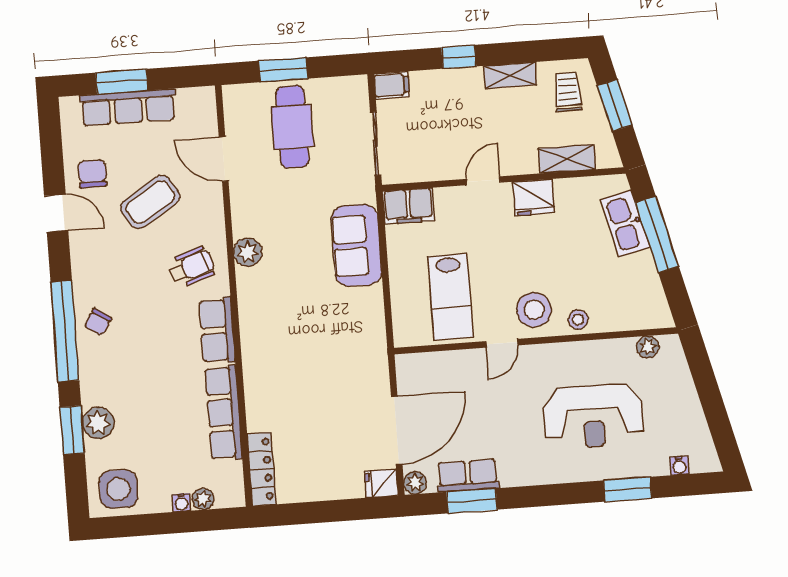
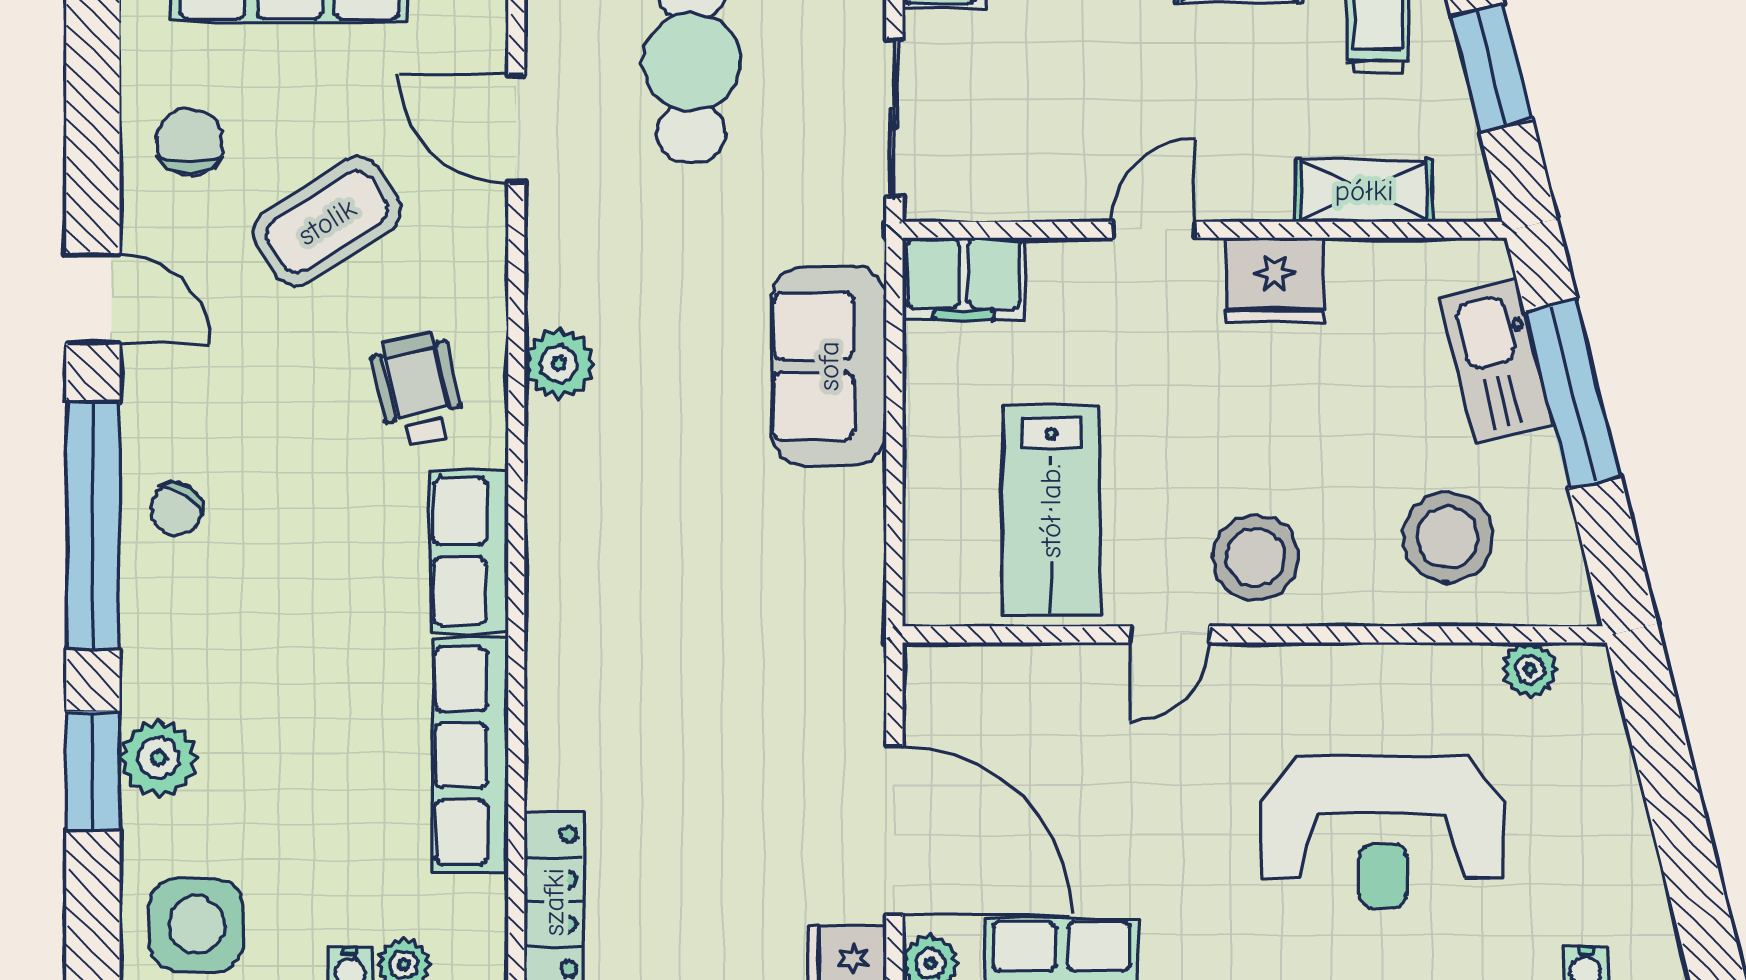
door: (56, 213) -> (93, 299), moved
wheelchair: (192, 267) -> (418, 390), turned -83
stool: (578, 320) -> (1448, 537), moved, width x1.89, depth x1.89
door: (397, 430) -> (894, 831), hinge flipped

